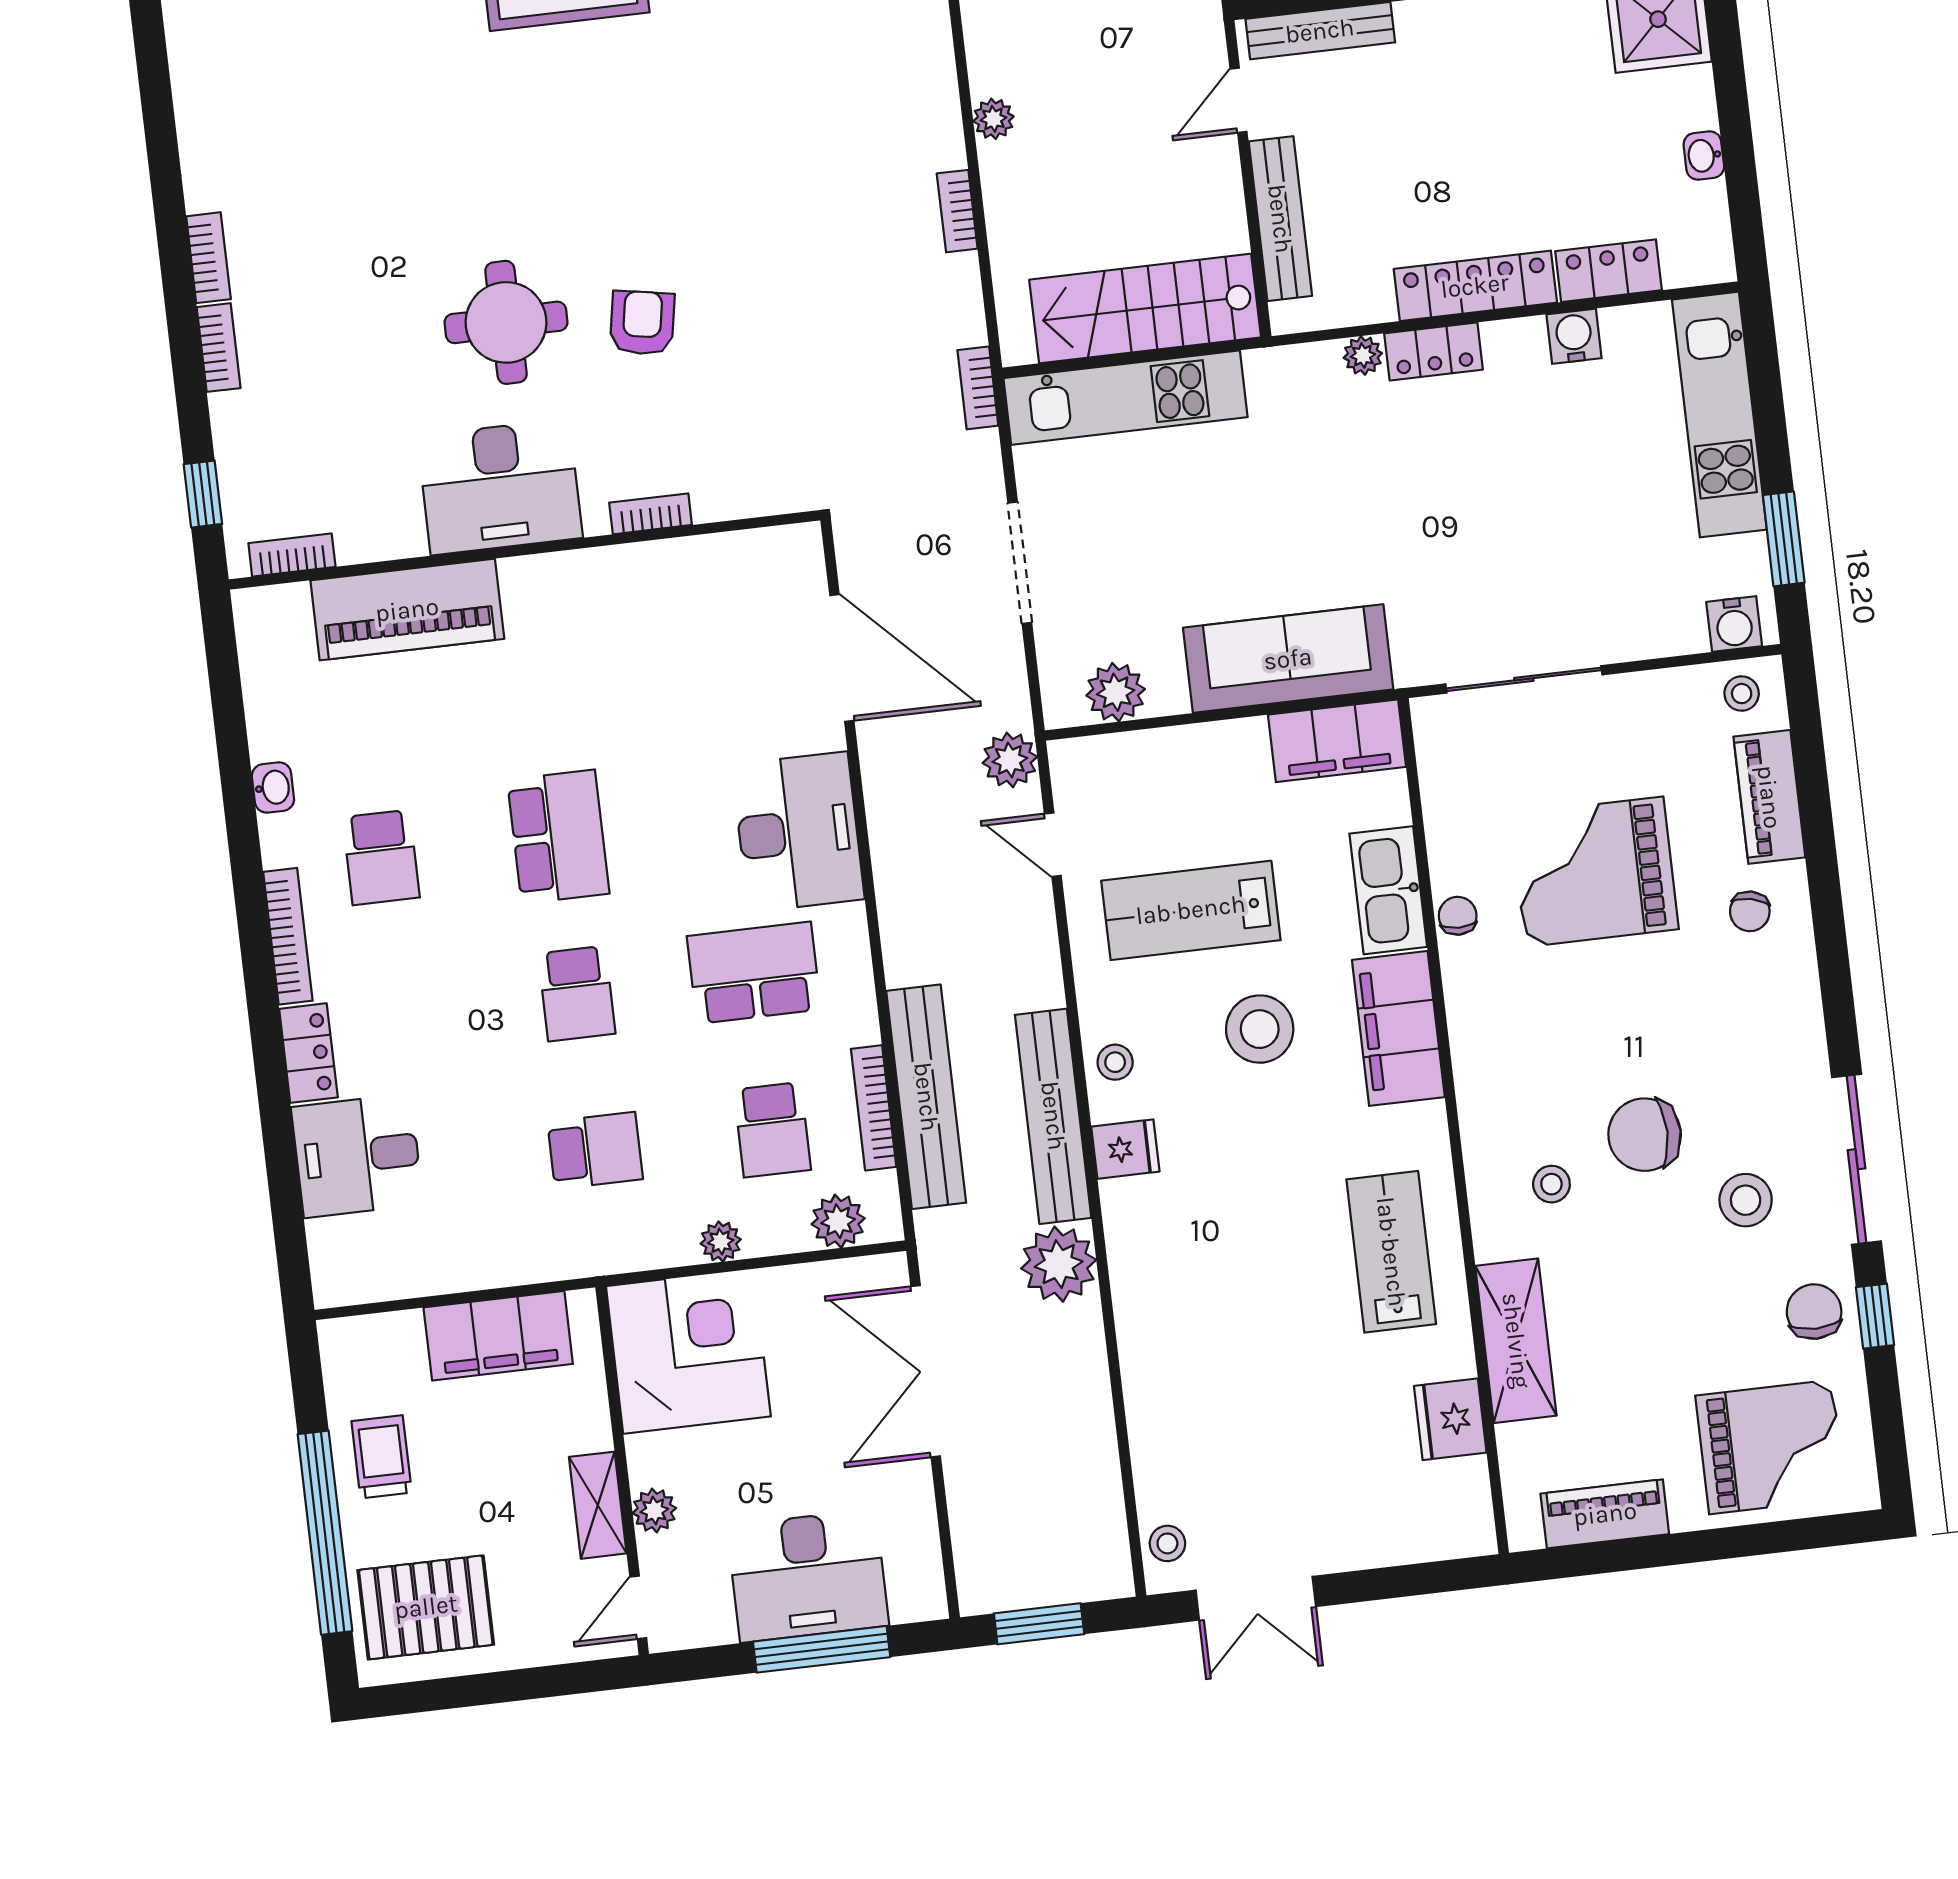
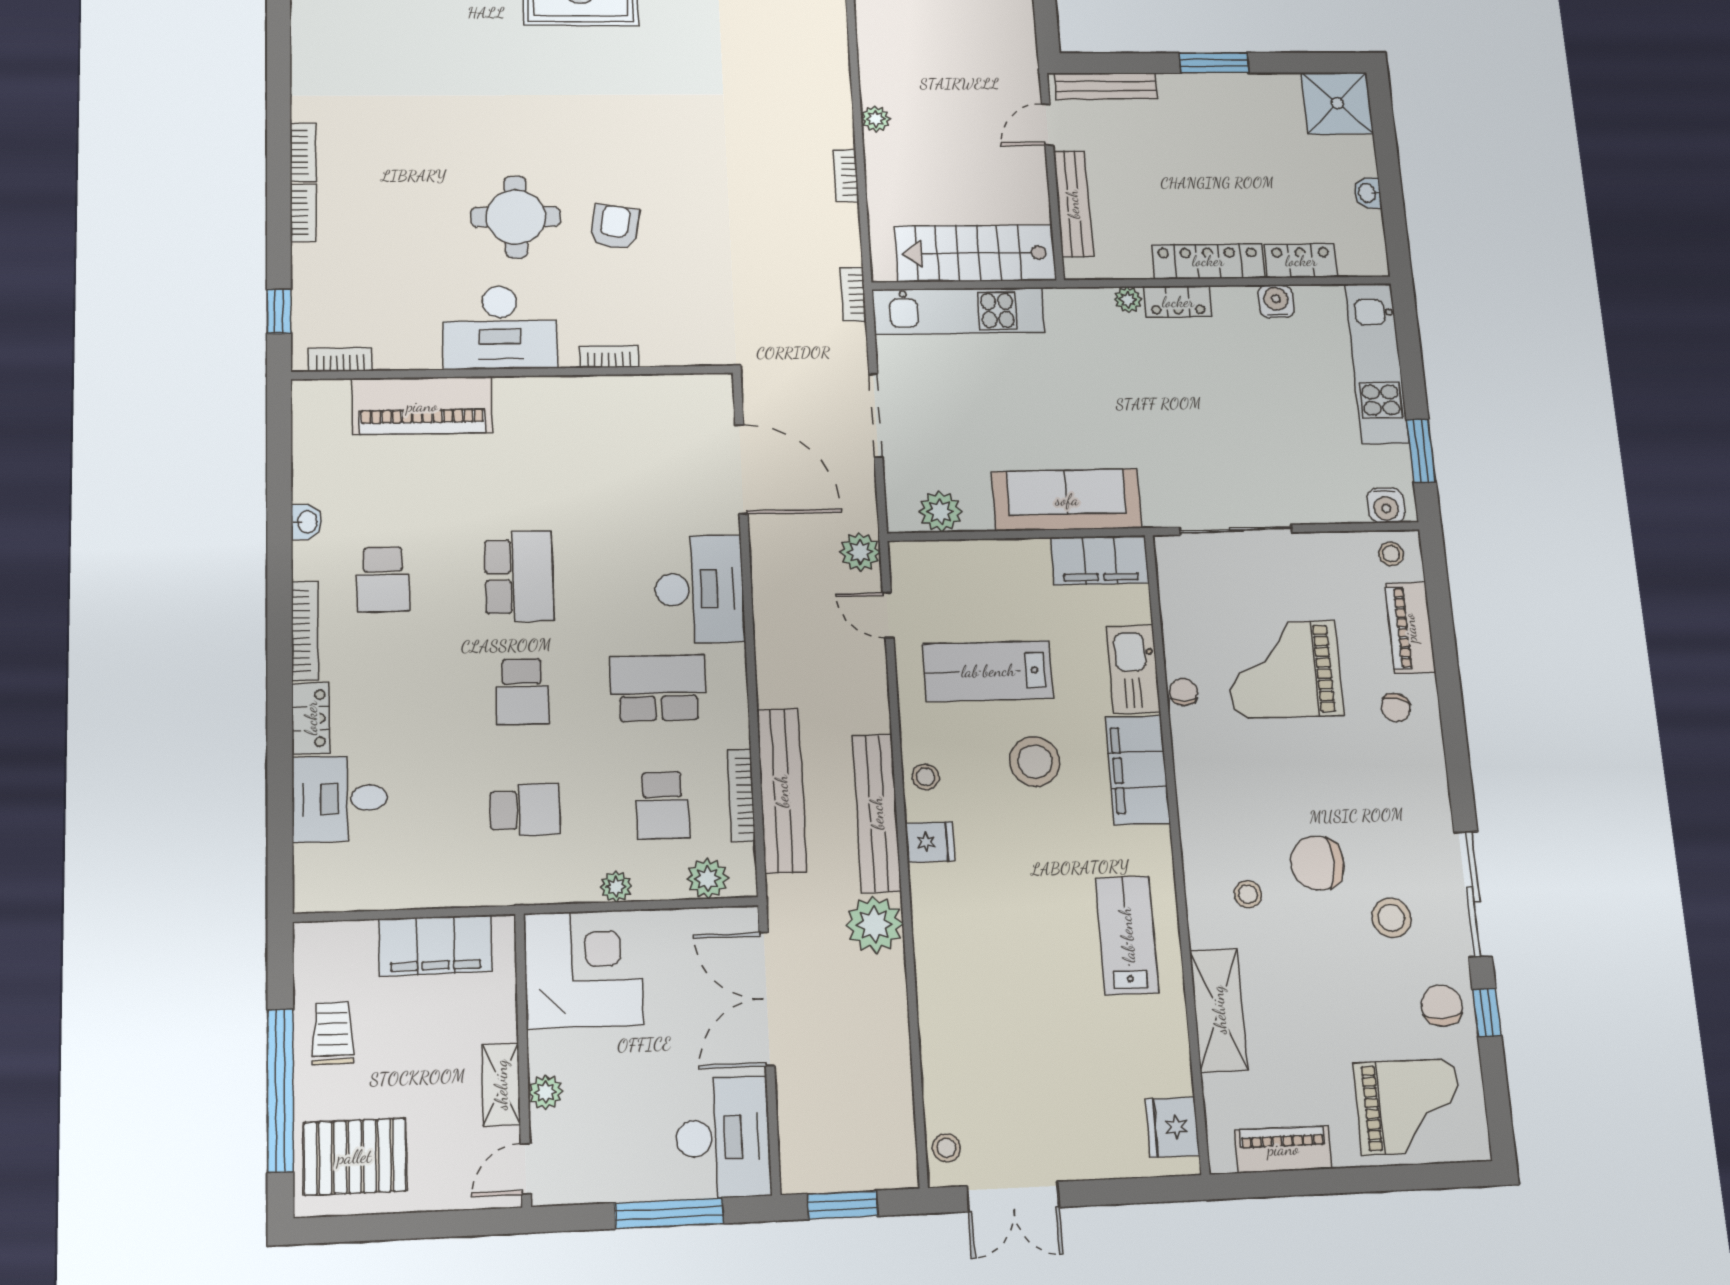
fridge: (1450, 1419) -> (1173, 1127), moved
desk: (808, 1576) -> (723, 1137), moved, turned -90

